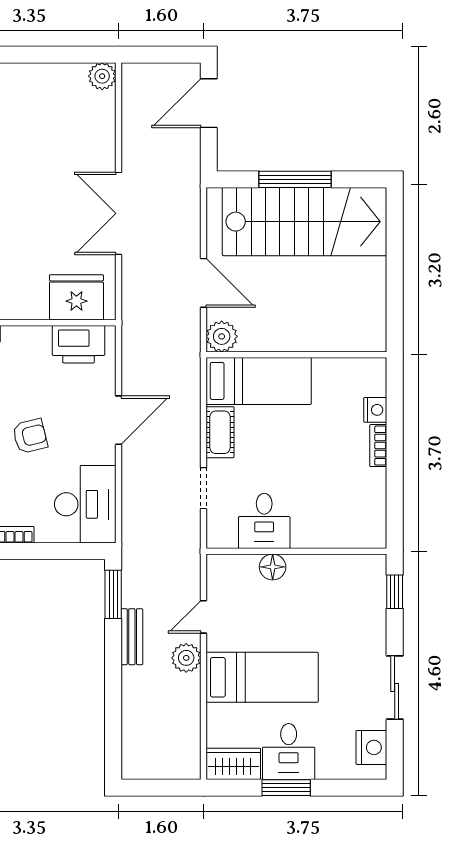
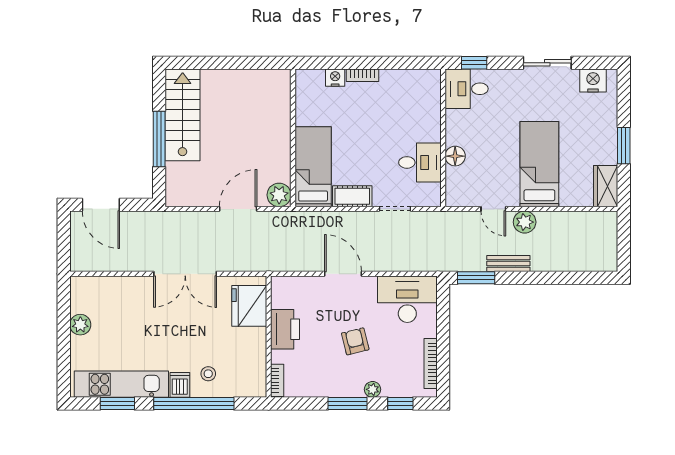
plant: (102, 76) -> (80, 325), moved
stairs: (305, 222) -> (183, 115), width x0.73, depth x0.66
printer: (78, 344) -> (285, 329), moved
desk: (289, 752) -> (467, 89), moved, turned 180

